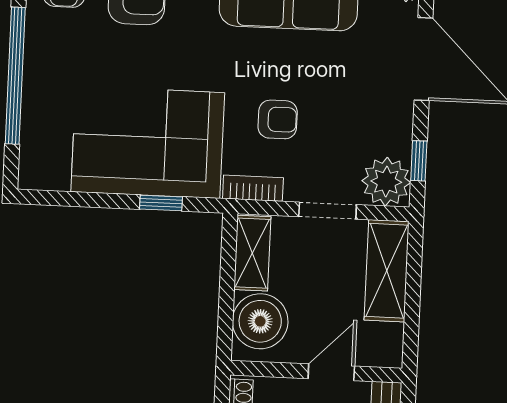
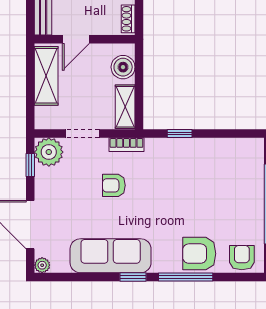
corner sofa: (148, 142) -> (189, 169), removed
shelving: (387, 271) -> (46, 76), moved
boiler: (260, 321) -> (123, 67), width x0.73, depth x0.73

